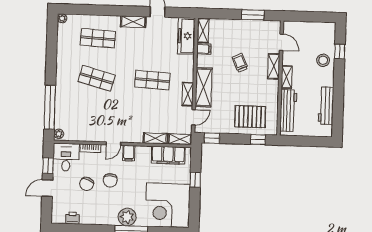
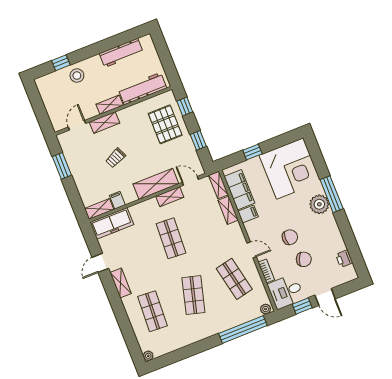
shop shelf: (95, 118) -> (234, 279), added
window: (212, 138) -> (198, 140), moved
filing cabinet: (129, 153) -> (248, 214), moved

